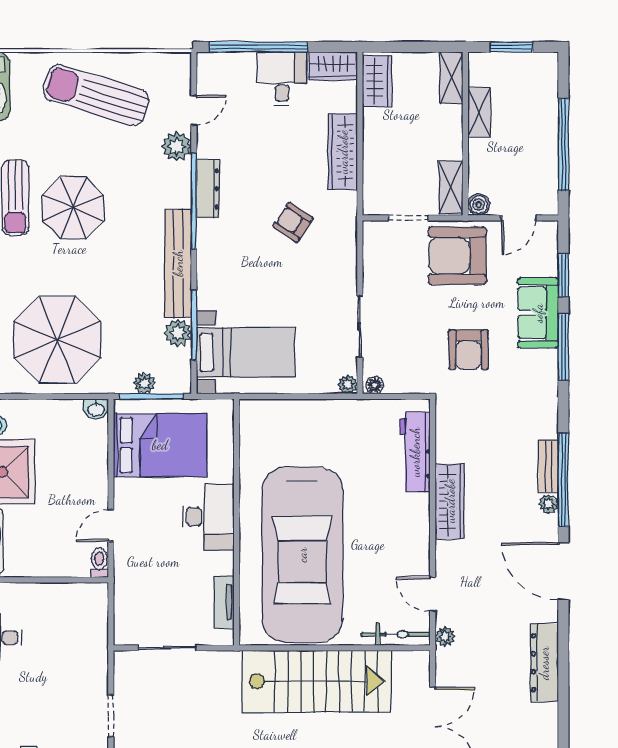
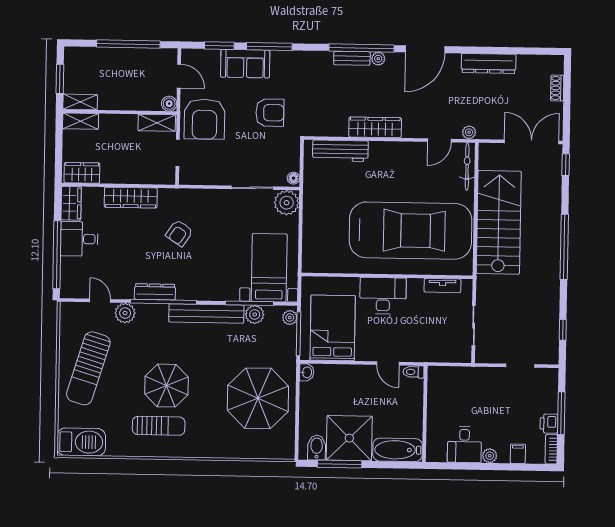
shelving: (479, 112) -> (80, 102), moved
plant: (144, 383) -> (290, 318), moved
plant: (348, 384) -> (287, 203), width x1.87, depth x1.87

